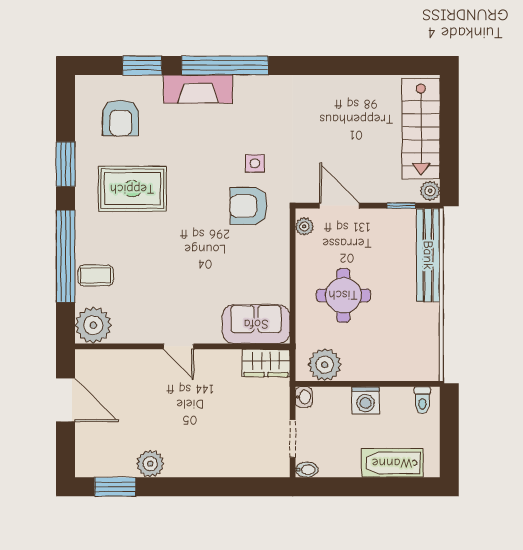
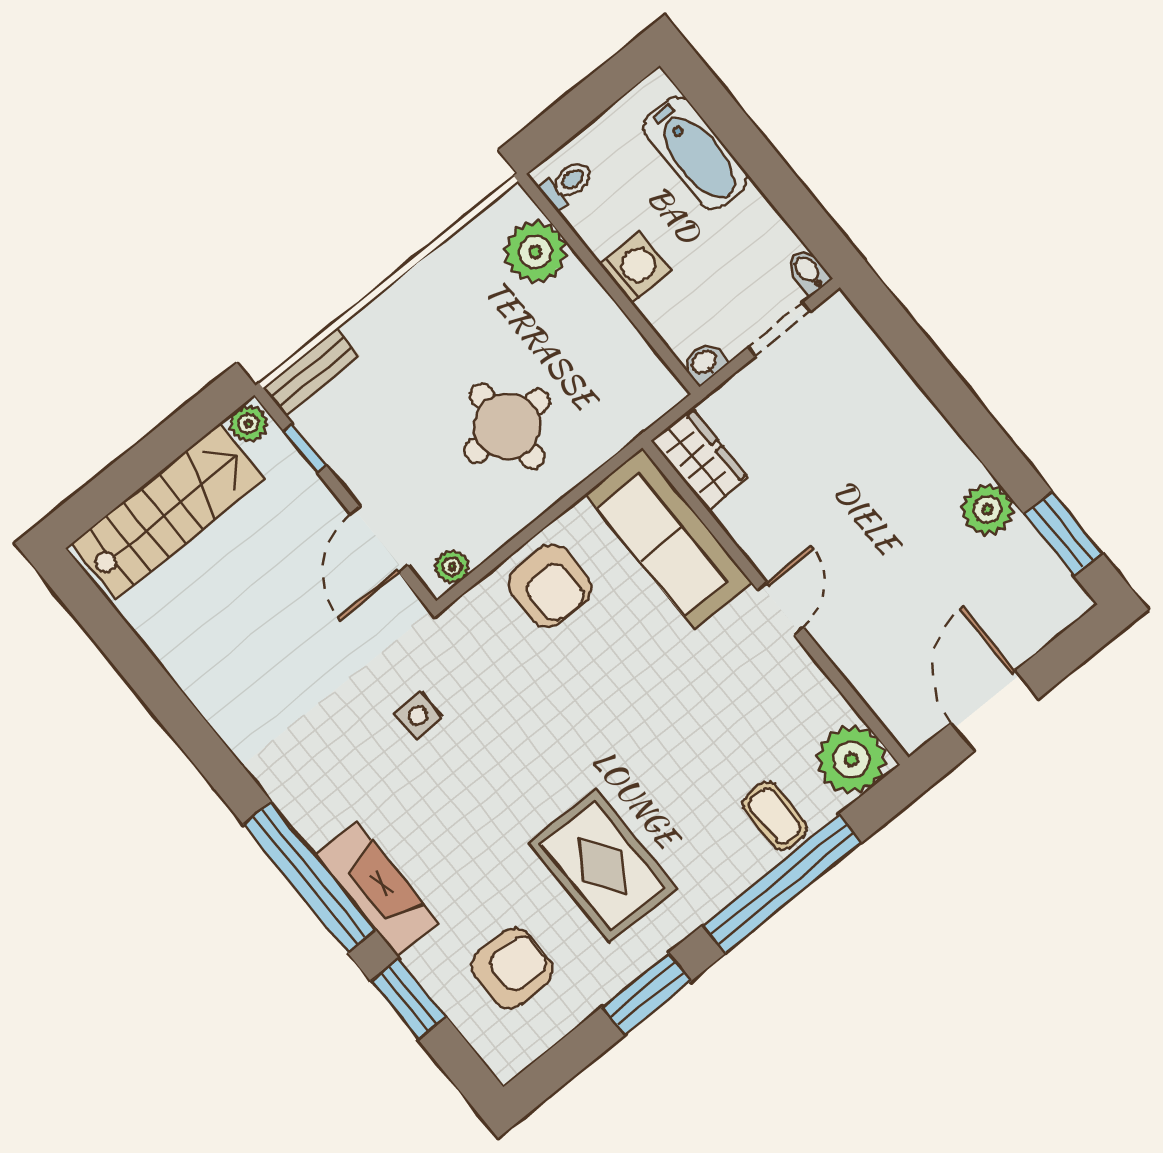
armchair: (249, 206) -> (550, 586), moved
bench: (428, 255) -> (311, 372), width x0.54, depth x0.82
sofa: (256, 324) -> (669, 539), width x1.36
plant: (325, 365) -> (535, 252), moved

